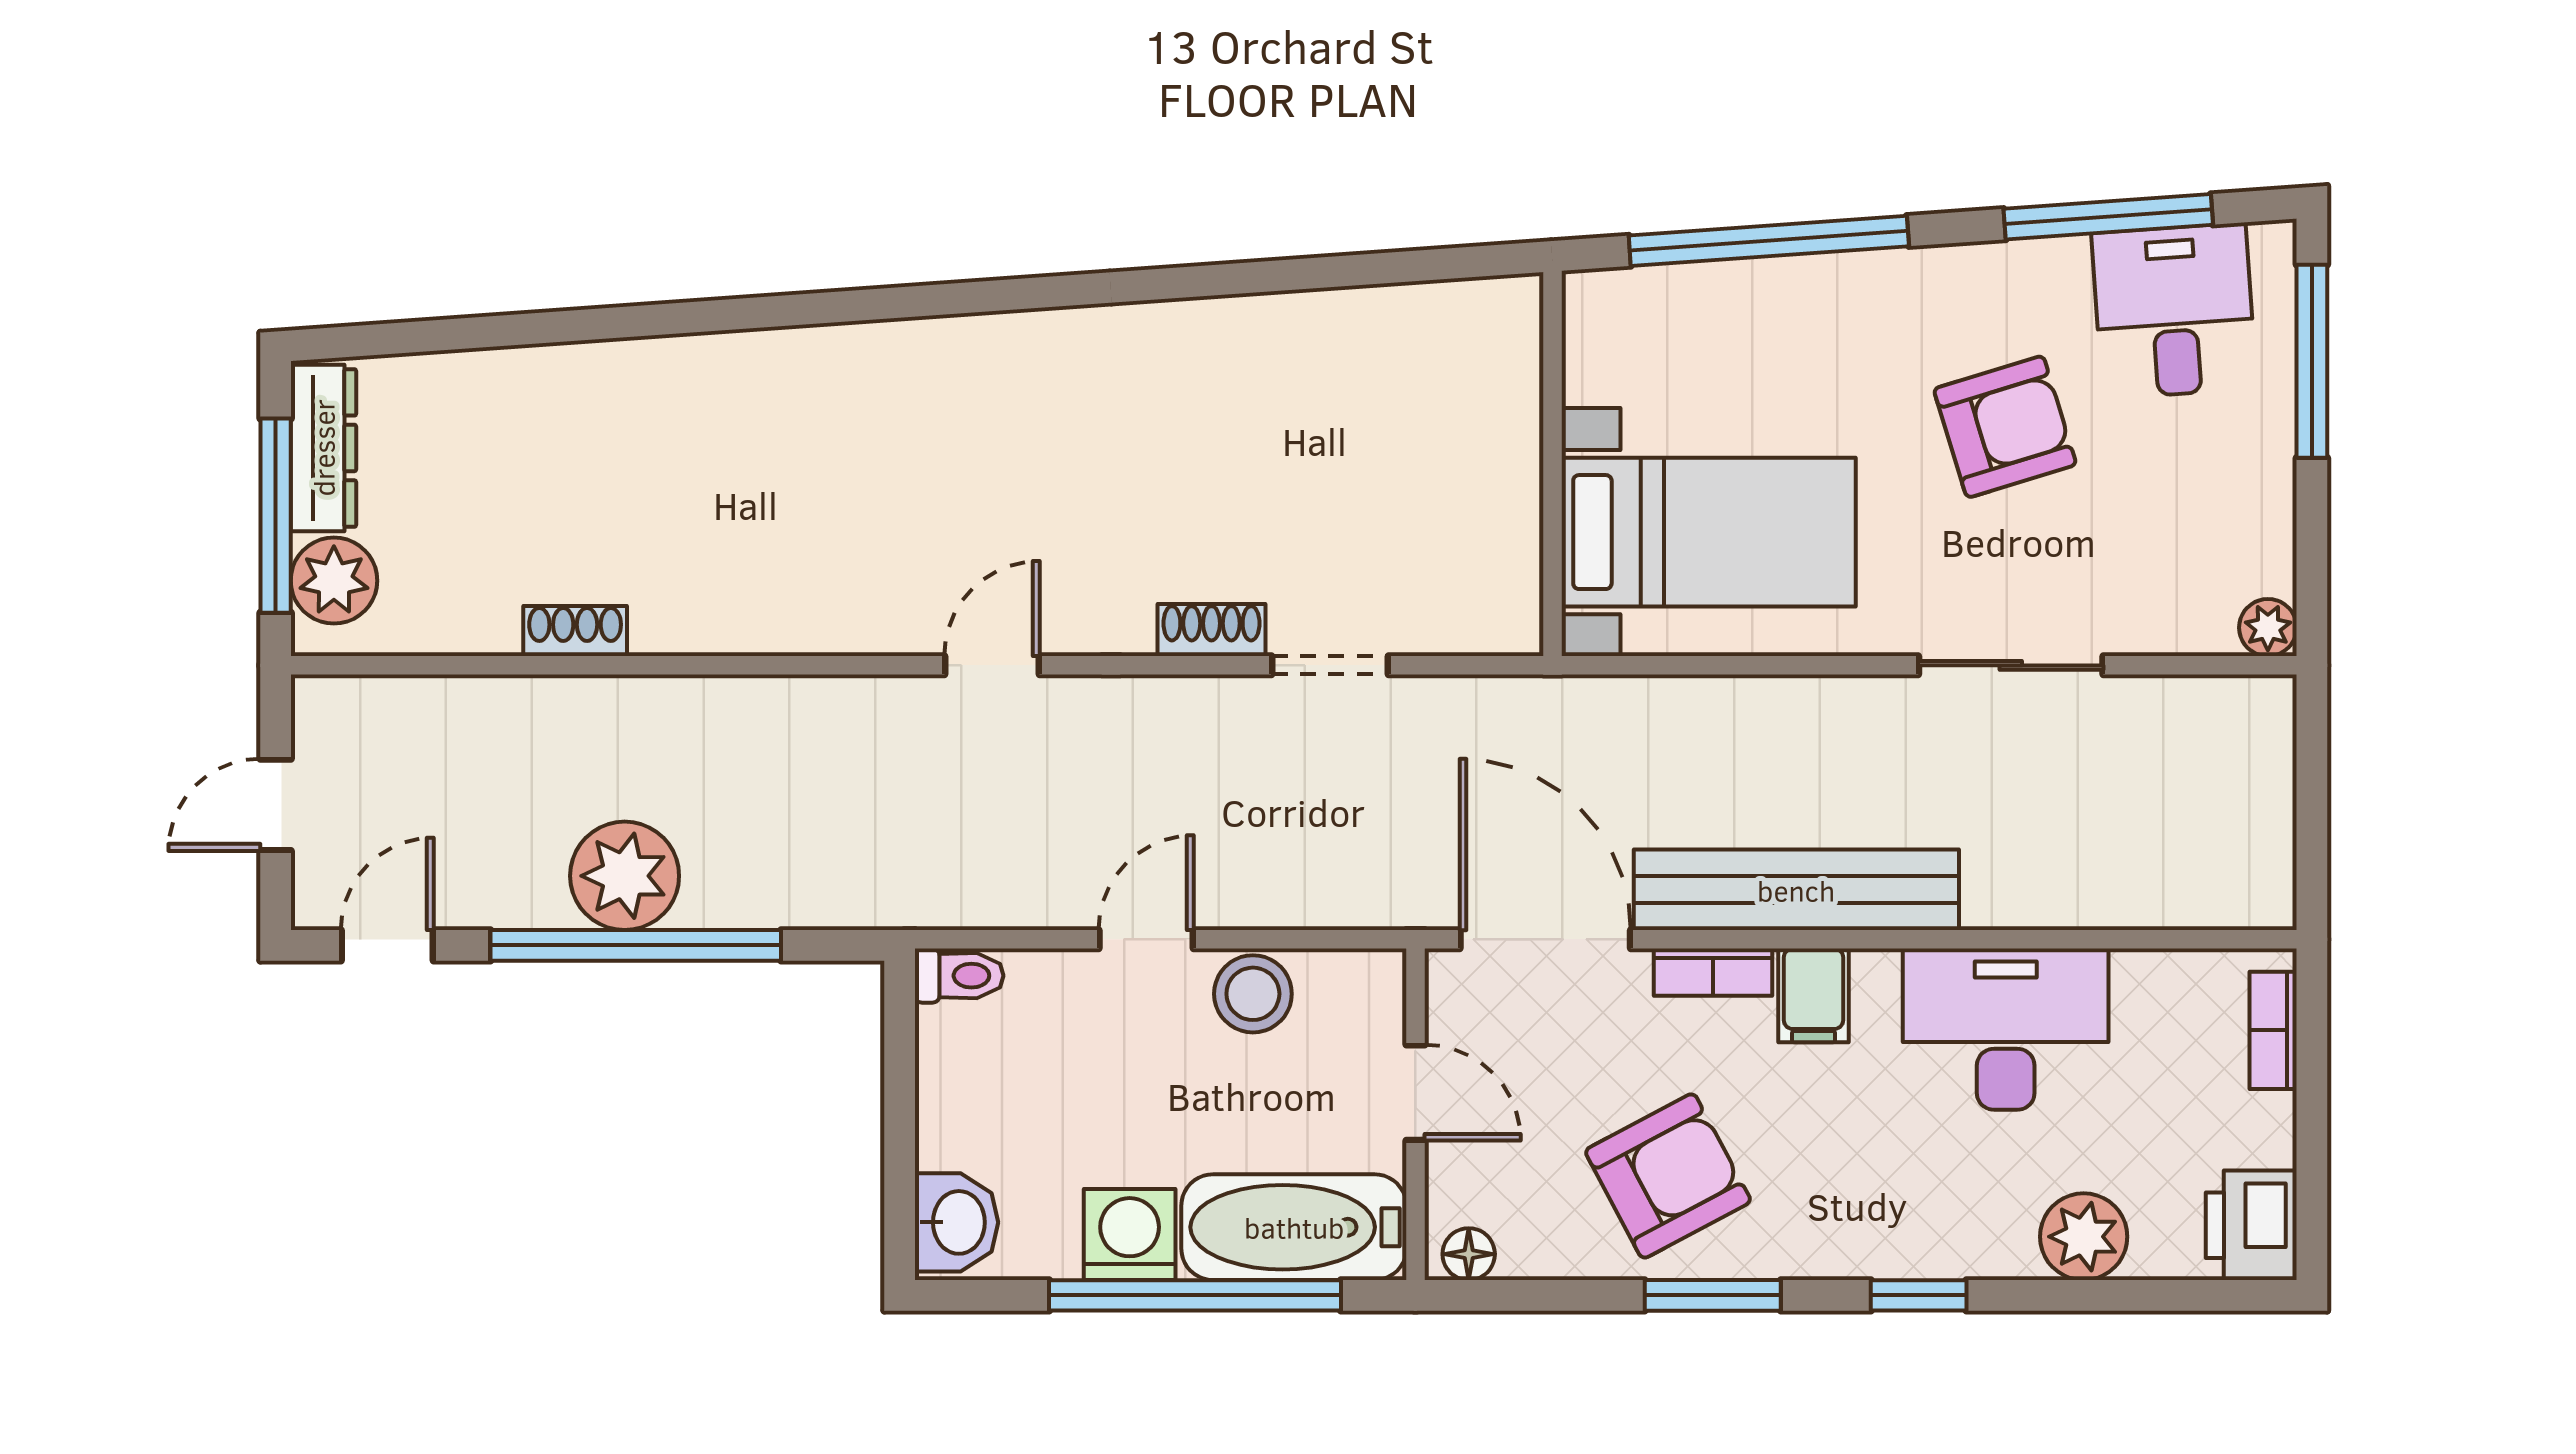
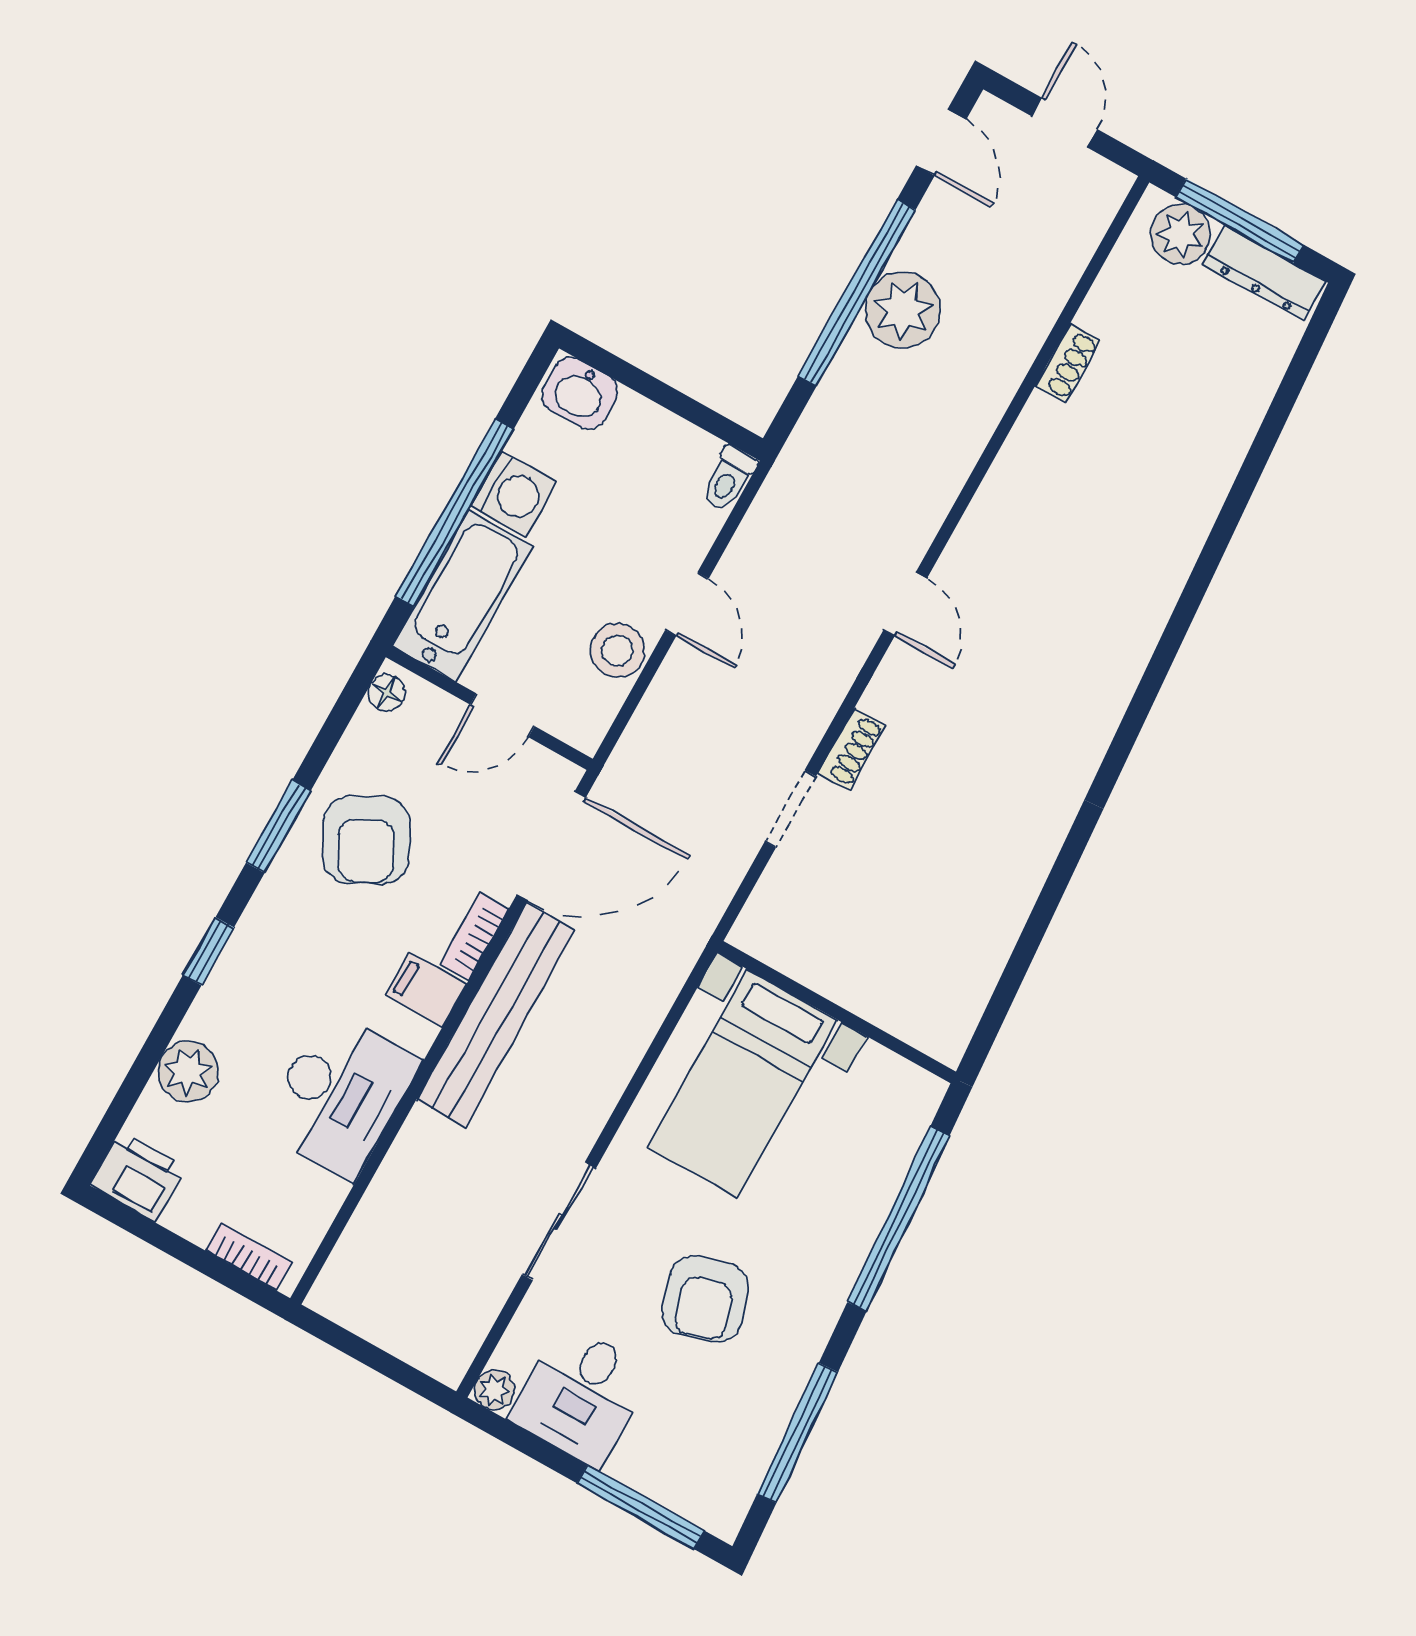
desk: (2174, 311) -> (581, 1395), moved, turned 94

